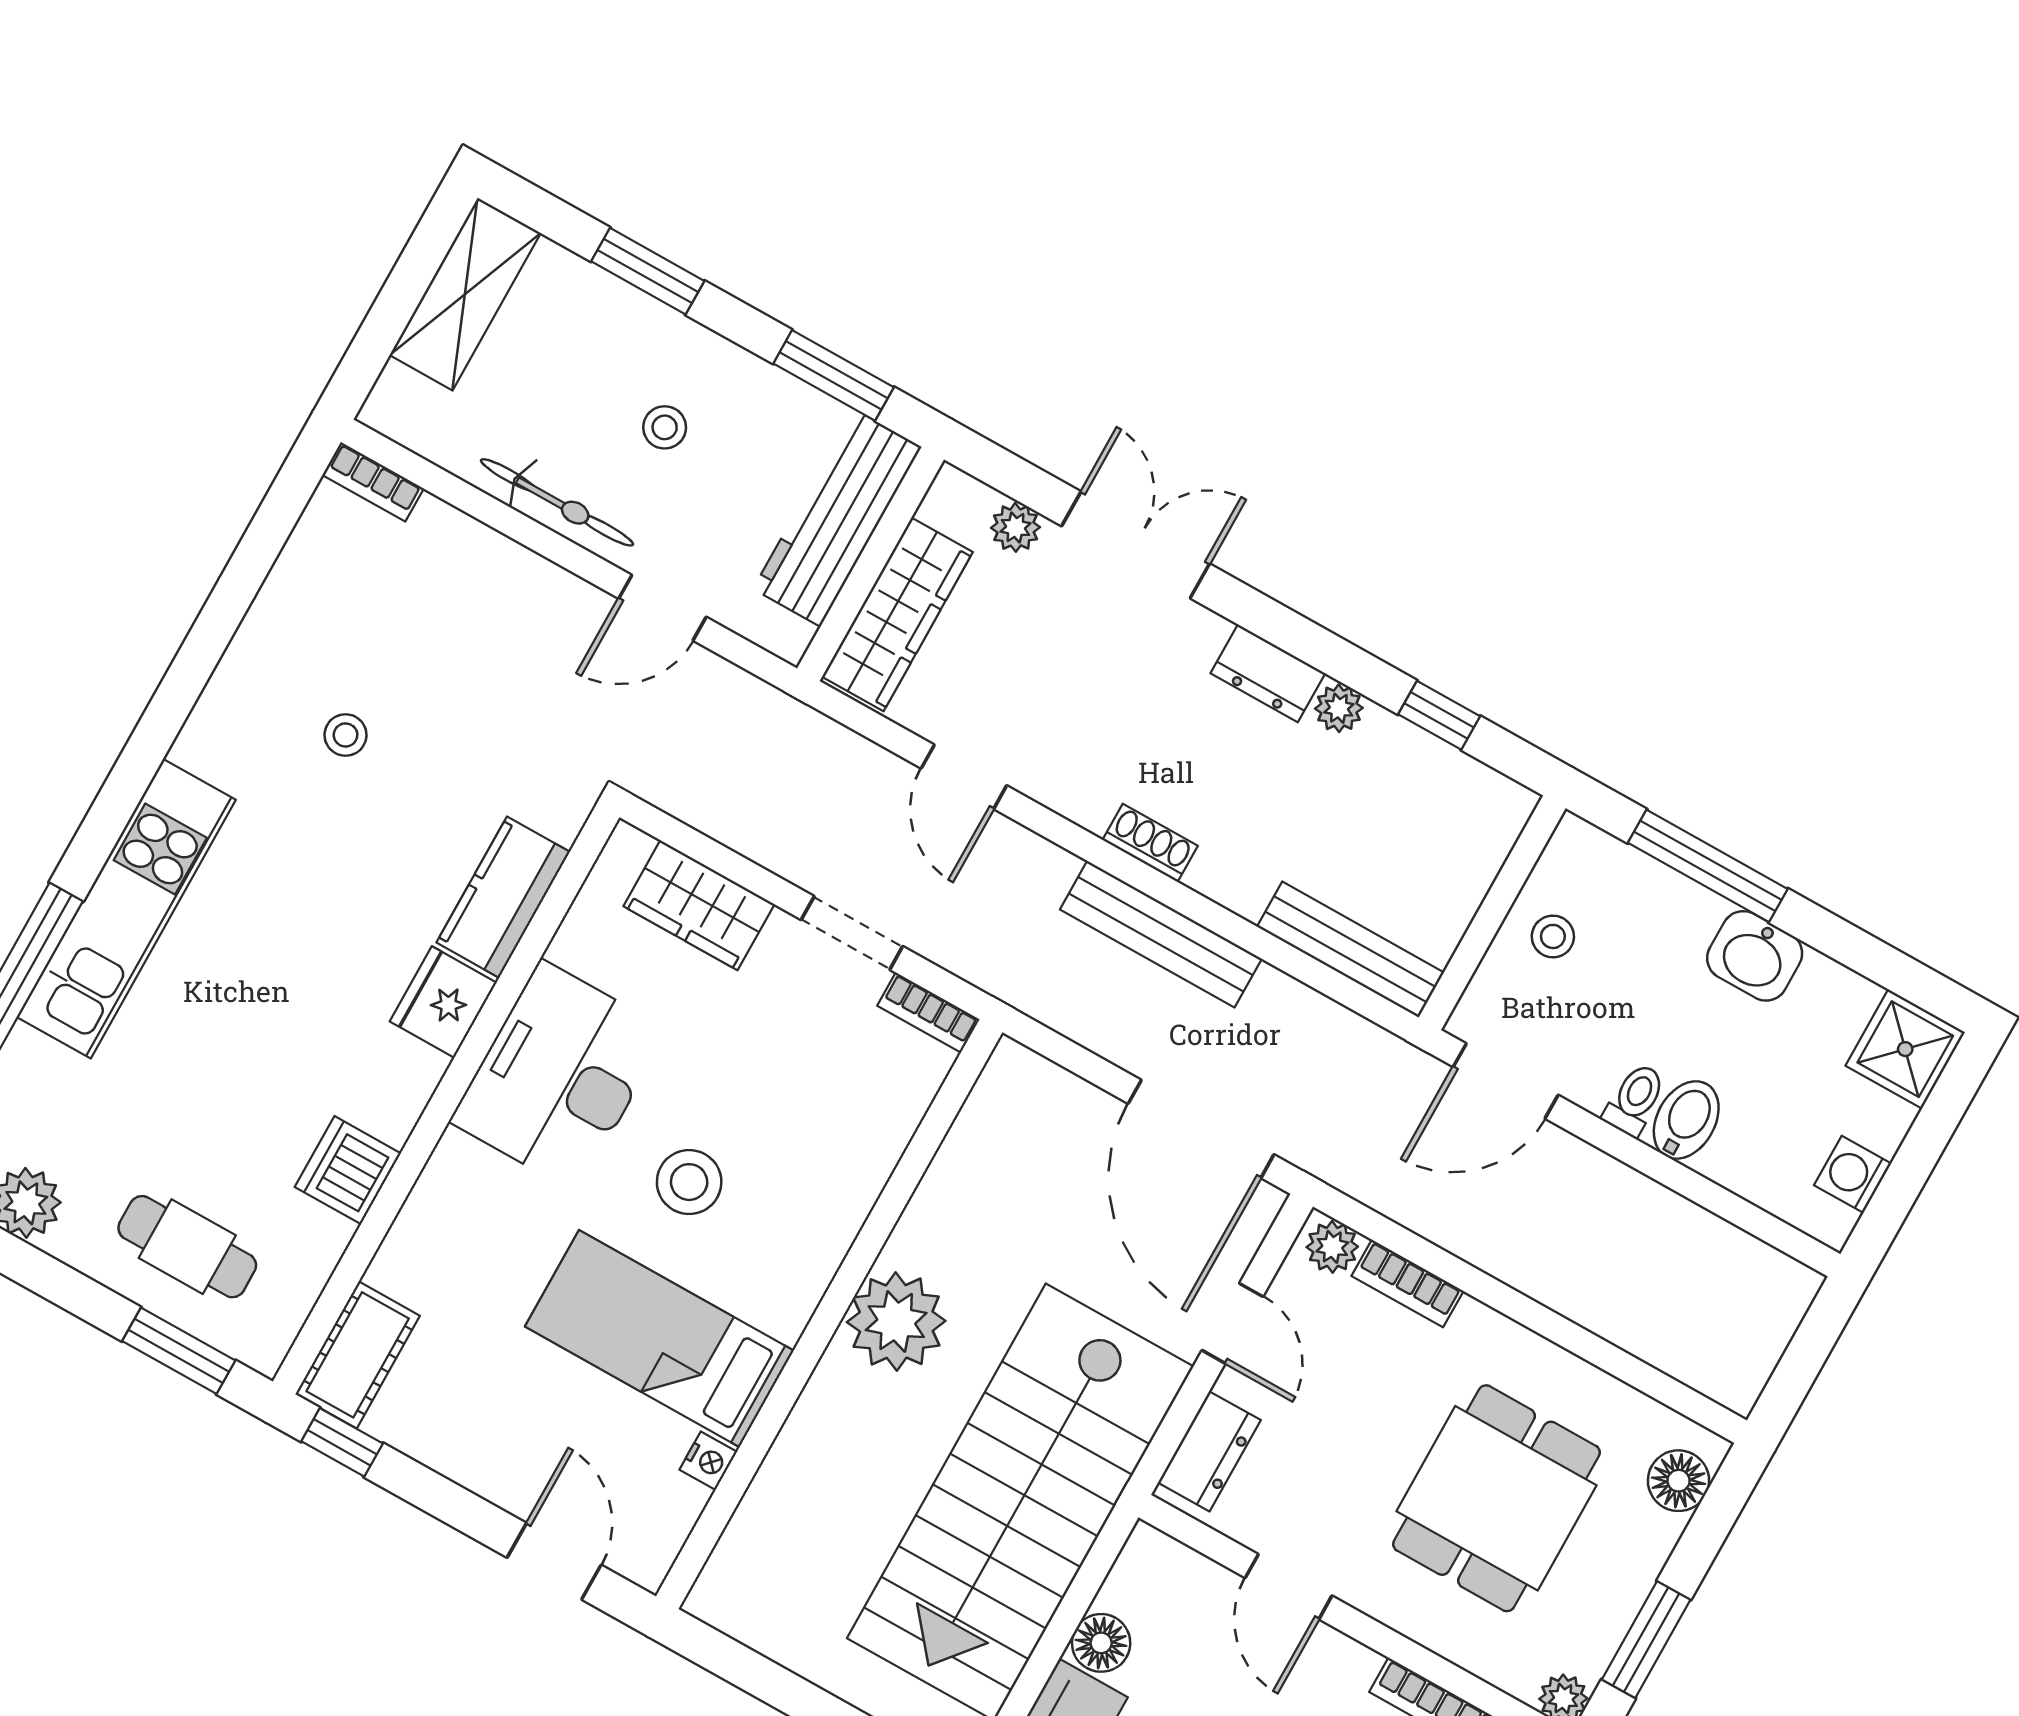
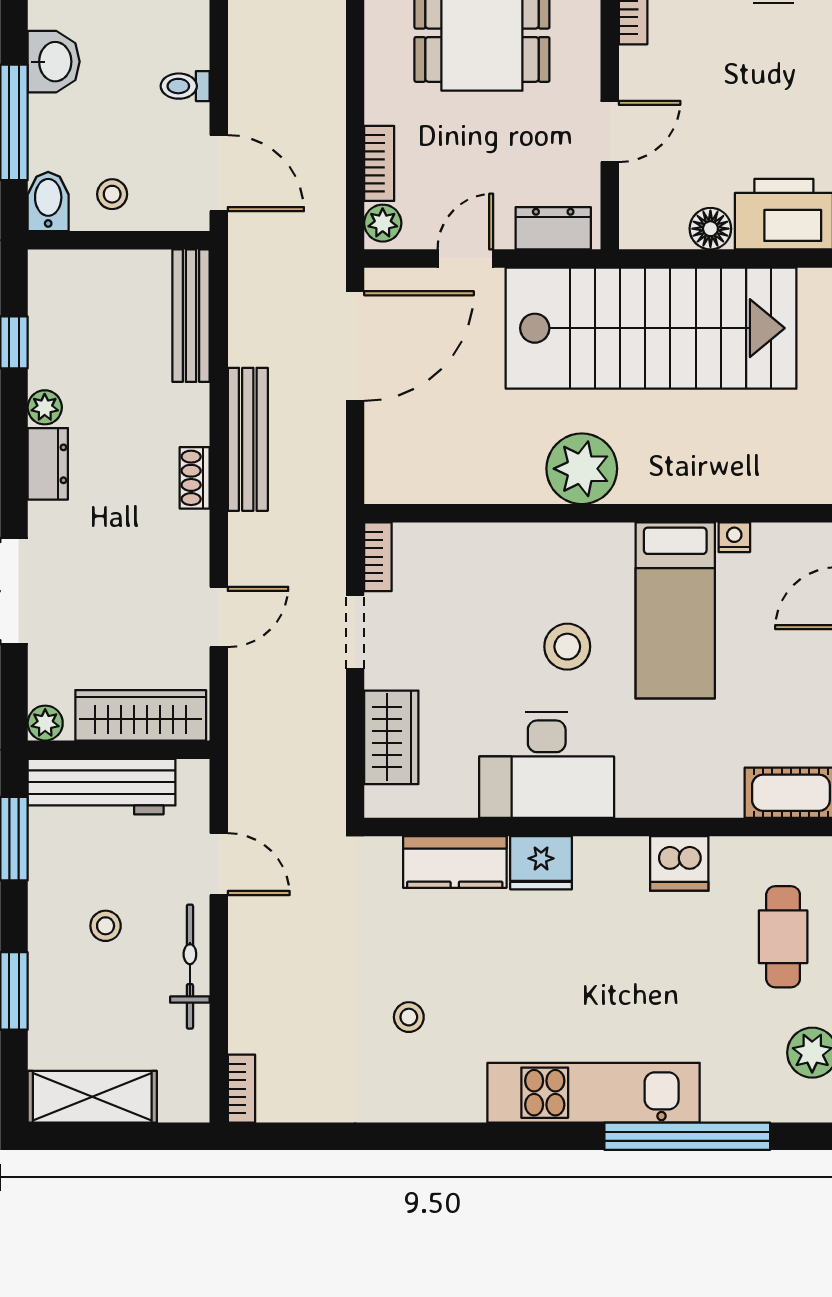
plant: (1016, 527) -> (45, 723), moved
bidet: (1686, 1120) -> (48, 202), moved, turned 90

